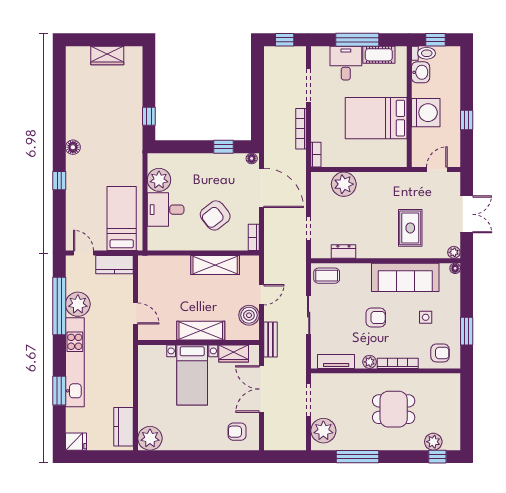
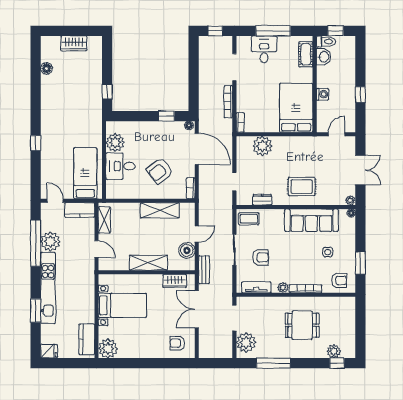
cot: (379, 55) -> (306, 54), moved, turned 90
washing machine: (426, 113) -> (322, 94), width x0.53, depth x0.53
bed: (376, 118) -> (296, 108), moved, turned 90
floor lamp: (73, 147) -> (46, 68), moved
rug: (410, 228) -> (302, 186), moved, turned 90
shelving: (145, 277) -> (104, 220), added
armchair: (376, 318) -> (261, 257), moved
bed with nightstands: (192, 375) -> (122, 305), moved, turned -90

